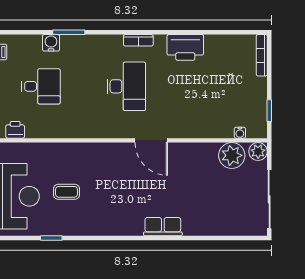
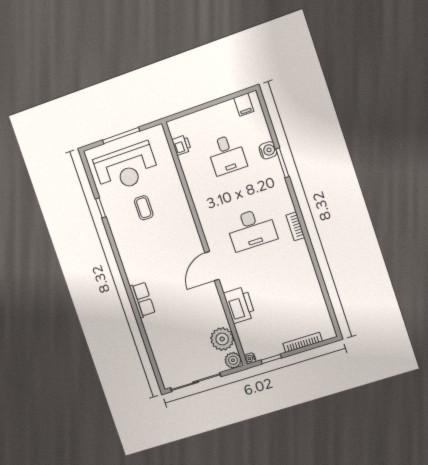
printer: (185, 47) -> (239, 305), moved, turned 180
bookcase: (262, 55) -> (303, 342), moved
water cooler: (240, 133) -> (250, 358), moved

